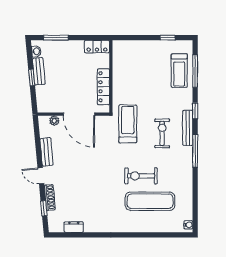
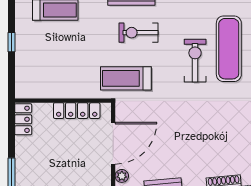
window: (168, 38) -> (11, 42), moved
exercise bike: (141, 176) -> (195, 61), turned 180

